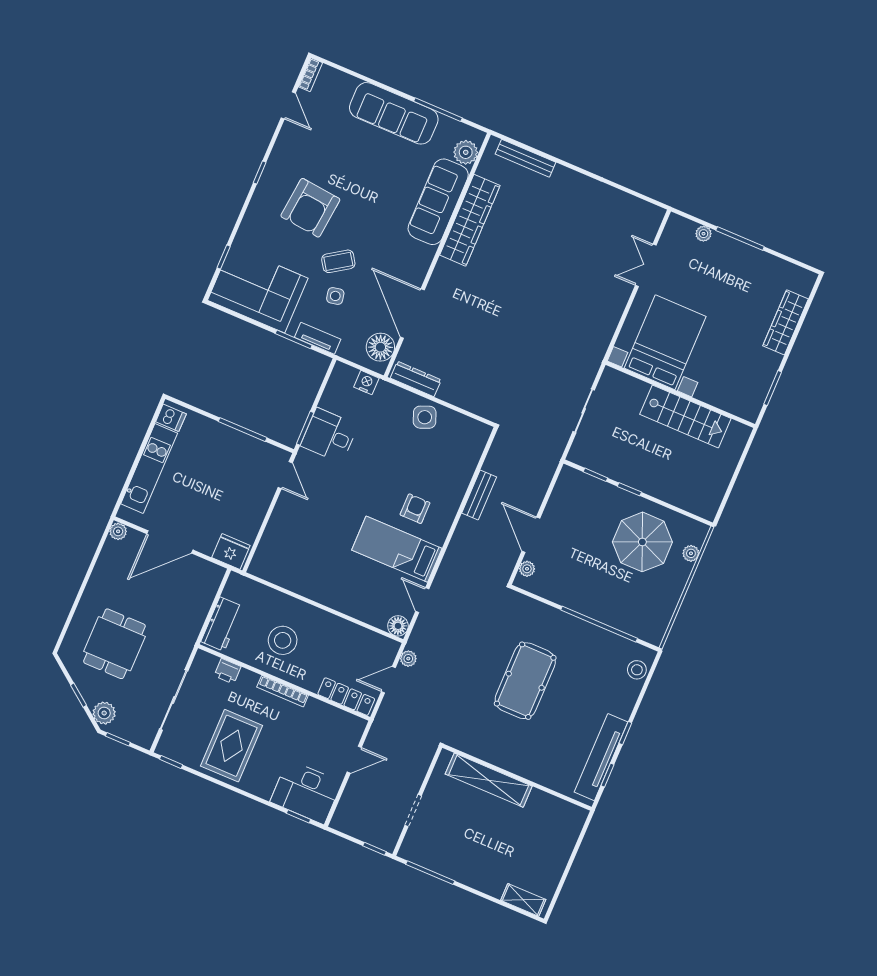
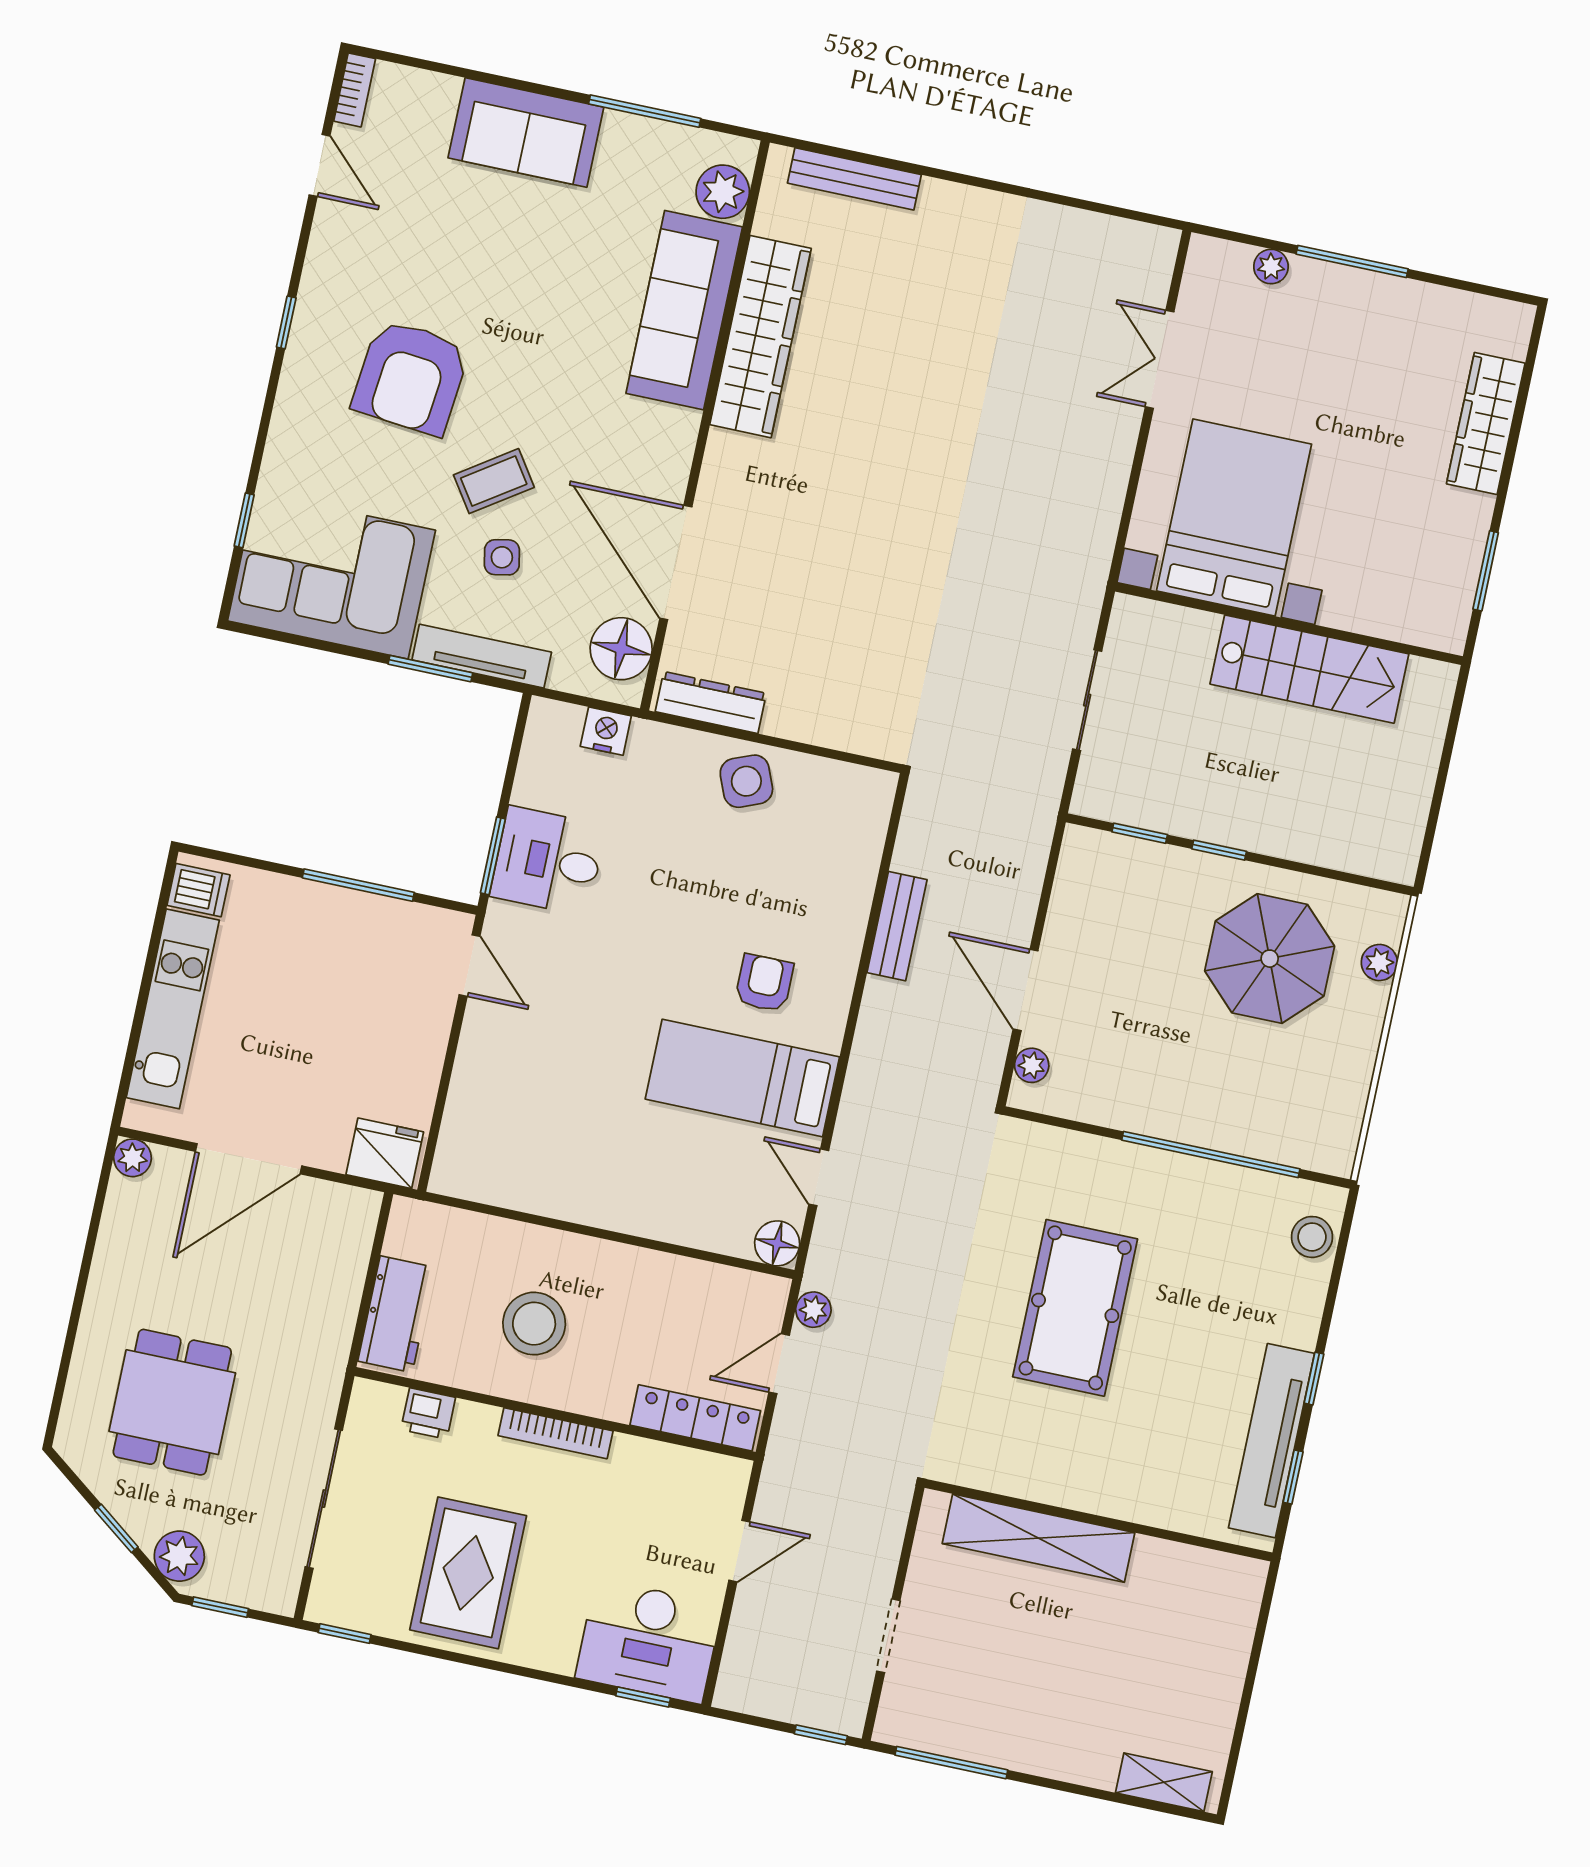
sofa: (394, 113) -> (526, 133), width x0.73
tv unit: (318, 338) -> (482, 656), width x1.41

